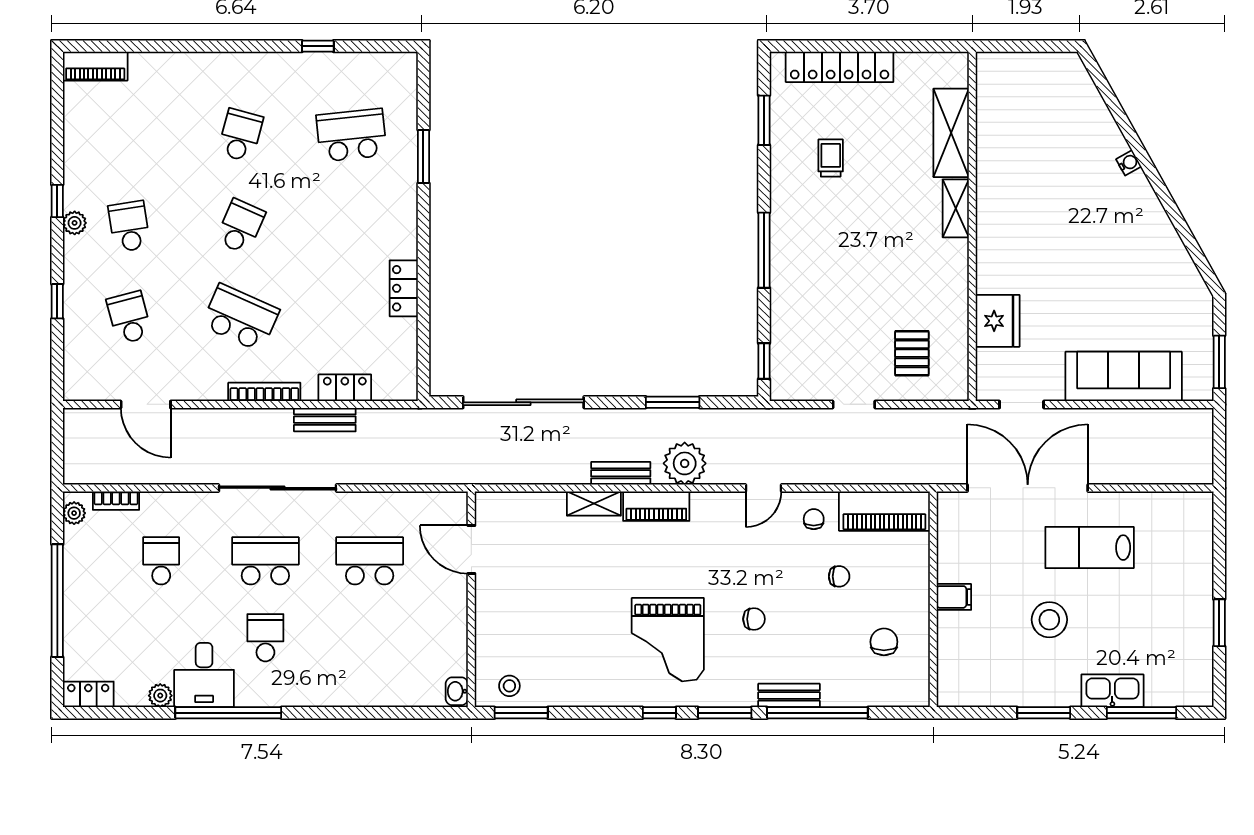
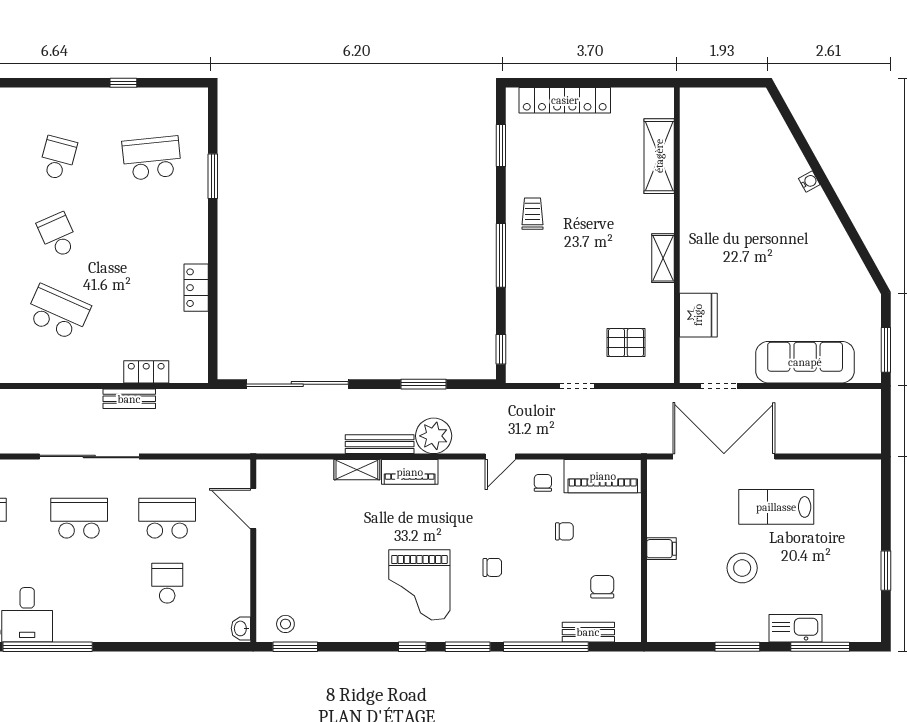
trolley: (831, 158) -> (532, 214), moved
shelving: (956, 208) -> (663, 258), moved
school desk: (240, 226) -> (58, 235), turned -48
pallet: (912, 353) -> (626, 343), turned 90
bookcase: (264, 392) -> (78, 375), removed
bench: (621, 473) -> (380, 444), width x1.36
school desk: (265, 638) -> (167, 583), moved
bench: (789, 695) -> (588, 632), moved

